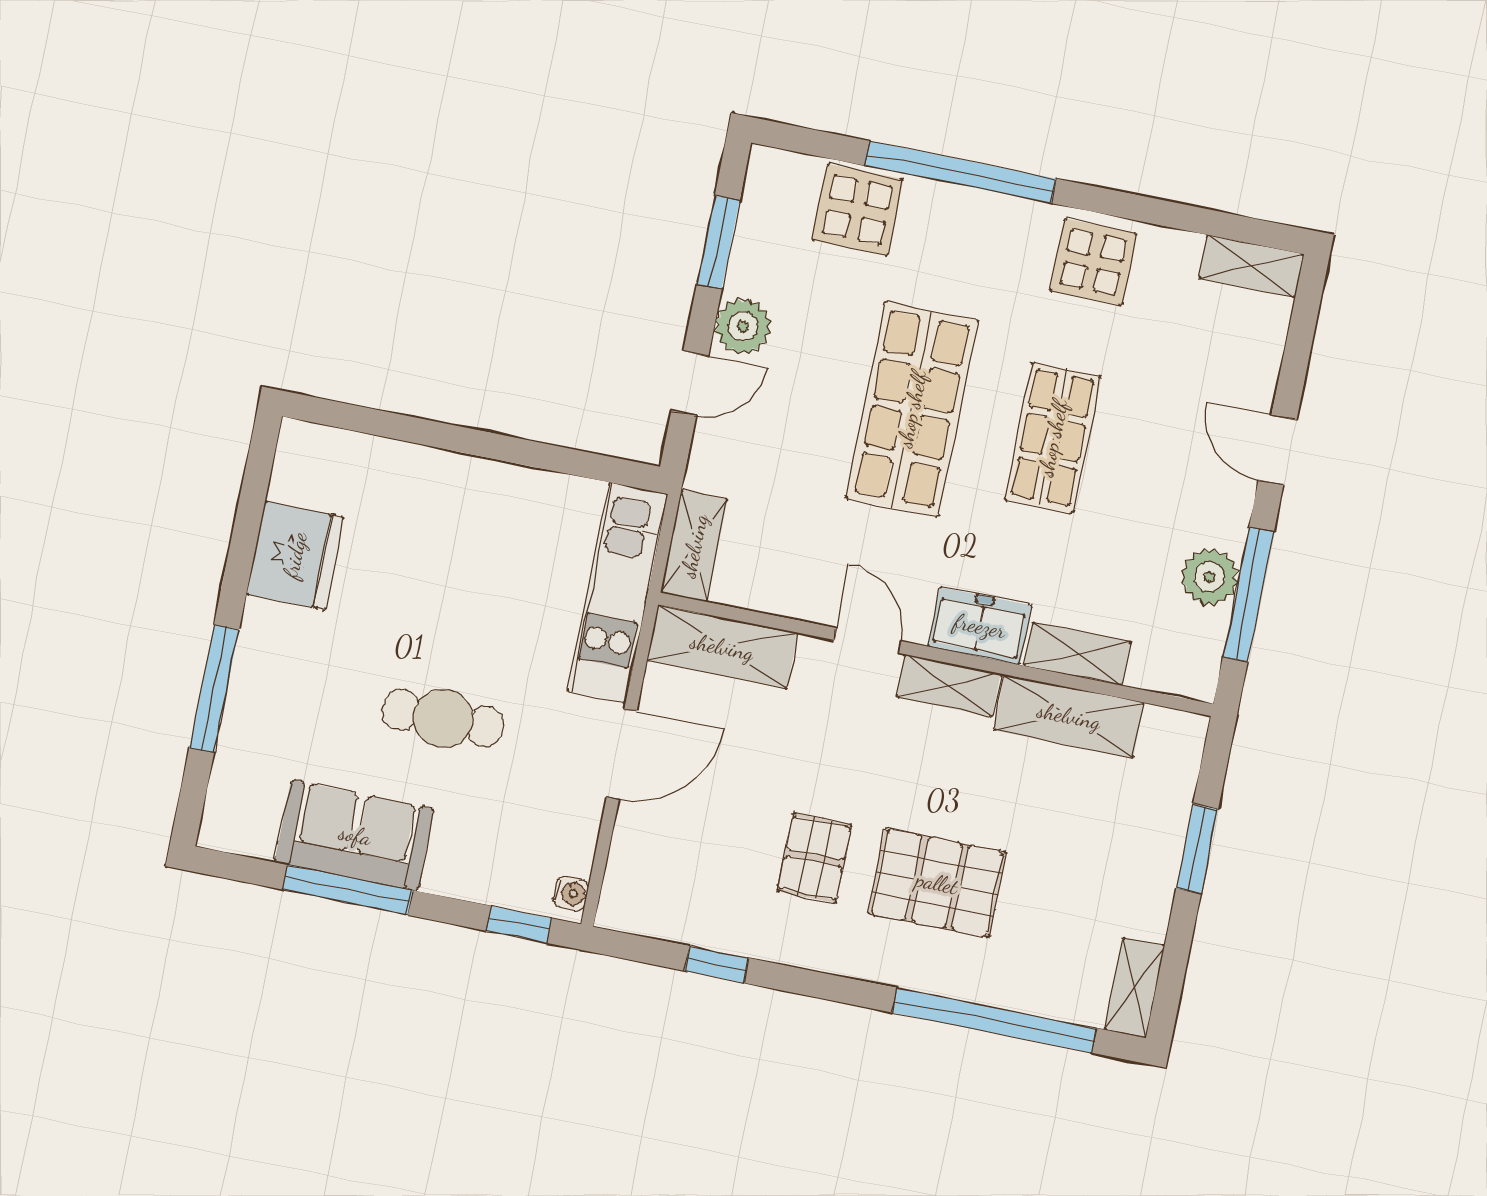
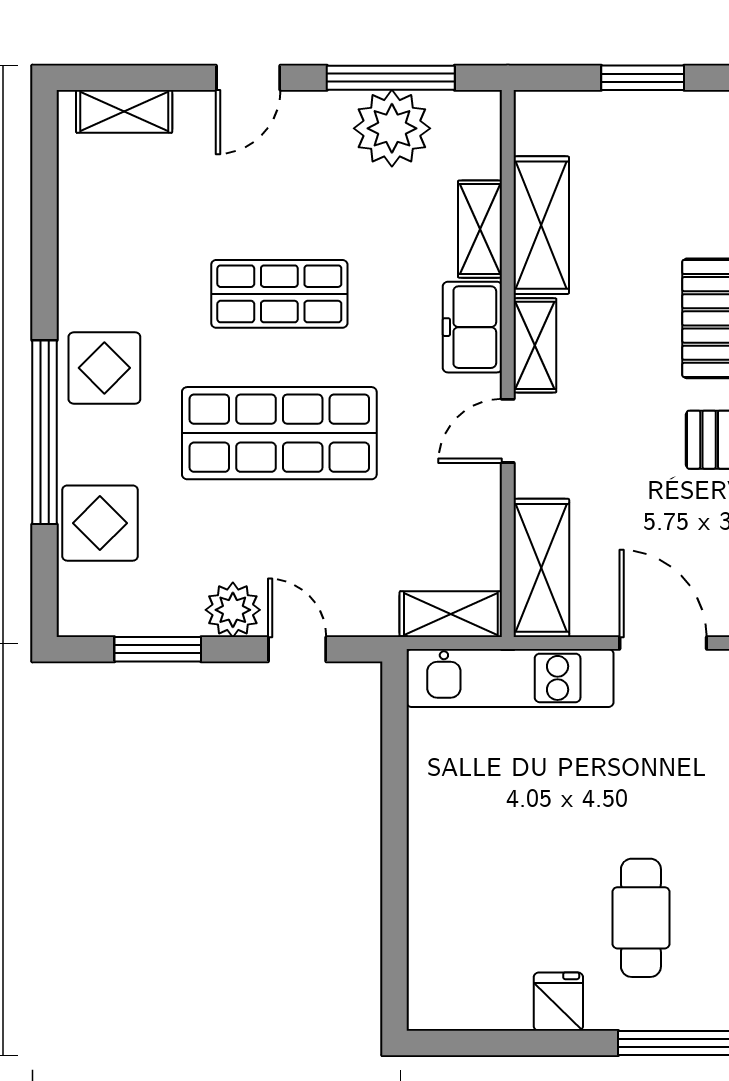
display table: (1093, 262) -> (104, 368), moved
shelving: (1251, 266) -> (124, 111), moved, turned 90
fridge: (295, 555) -> (558, 1002), width x0.53, depth x0.75
plant: (1209, 577) -> (392, 128), width x1.36, depth x1.36
cafe table: (443, 718) -> (641, 918), moved

